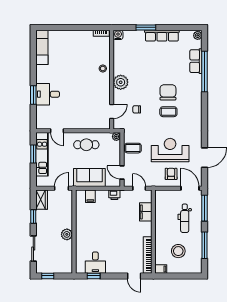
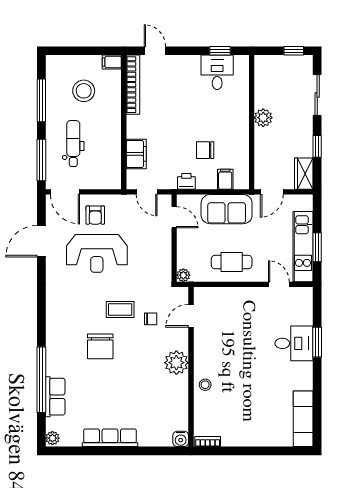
window: (146, 27) -> (136, 451), removed
coffee table: (168, 112) -> (120, 310), moved
coffee table: (133, 148) -> (157, 257), removed
chair: (103, 214) -> (205, 150), added

